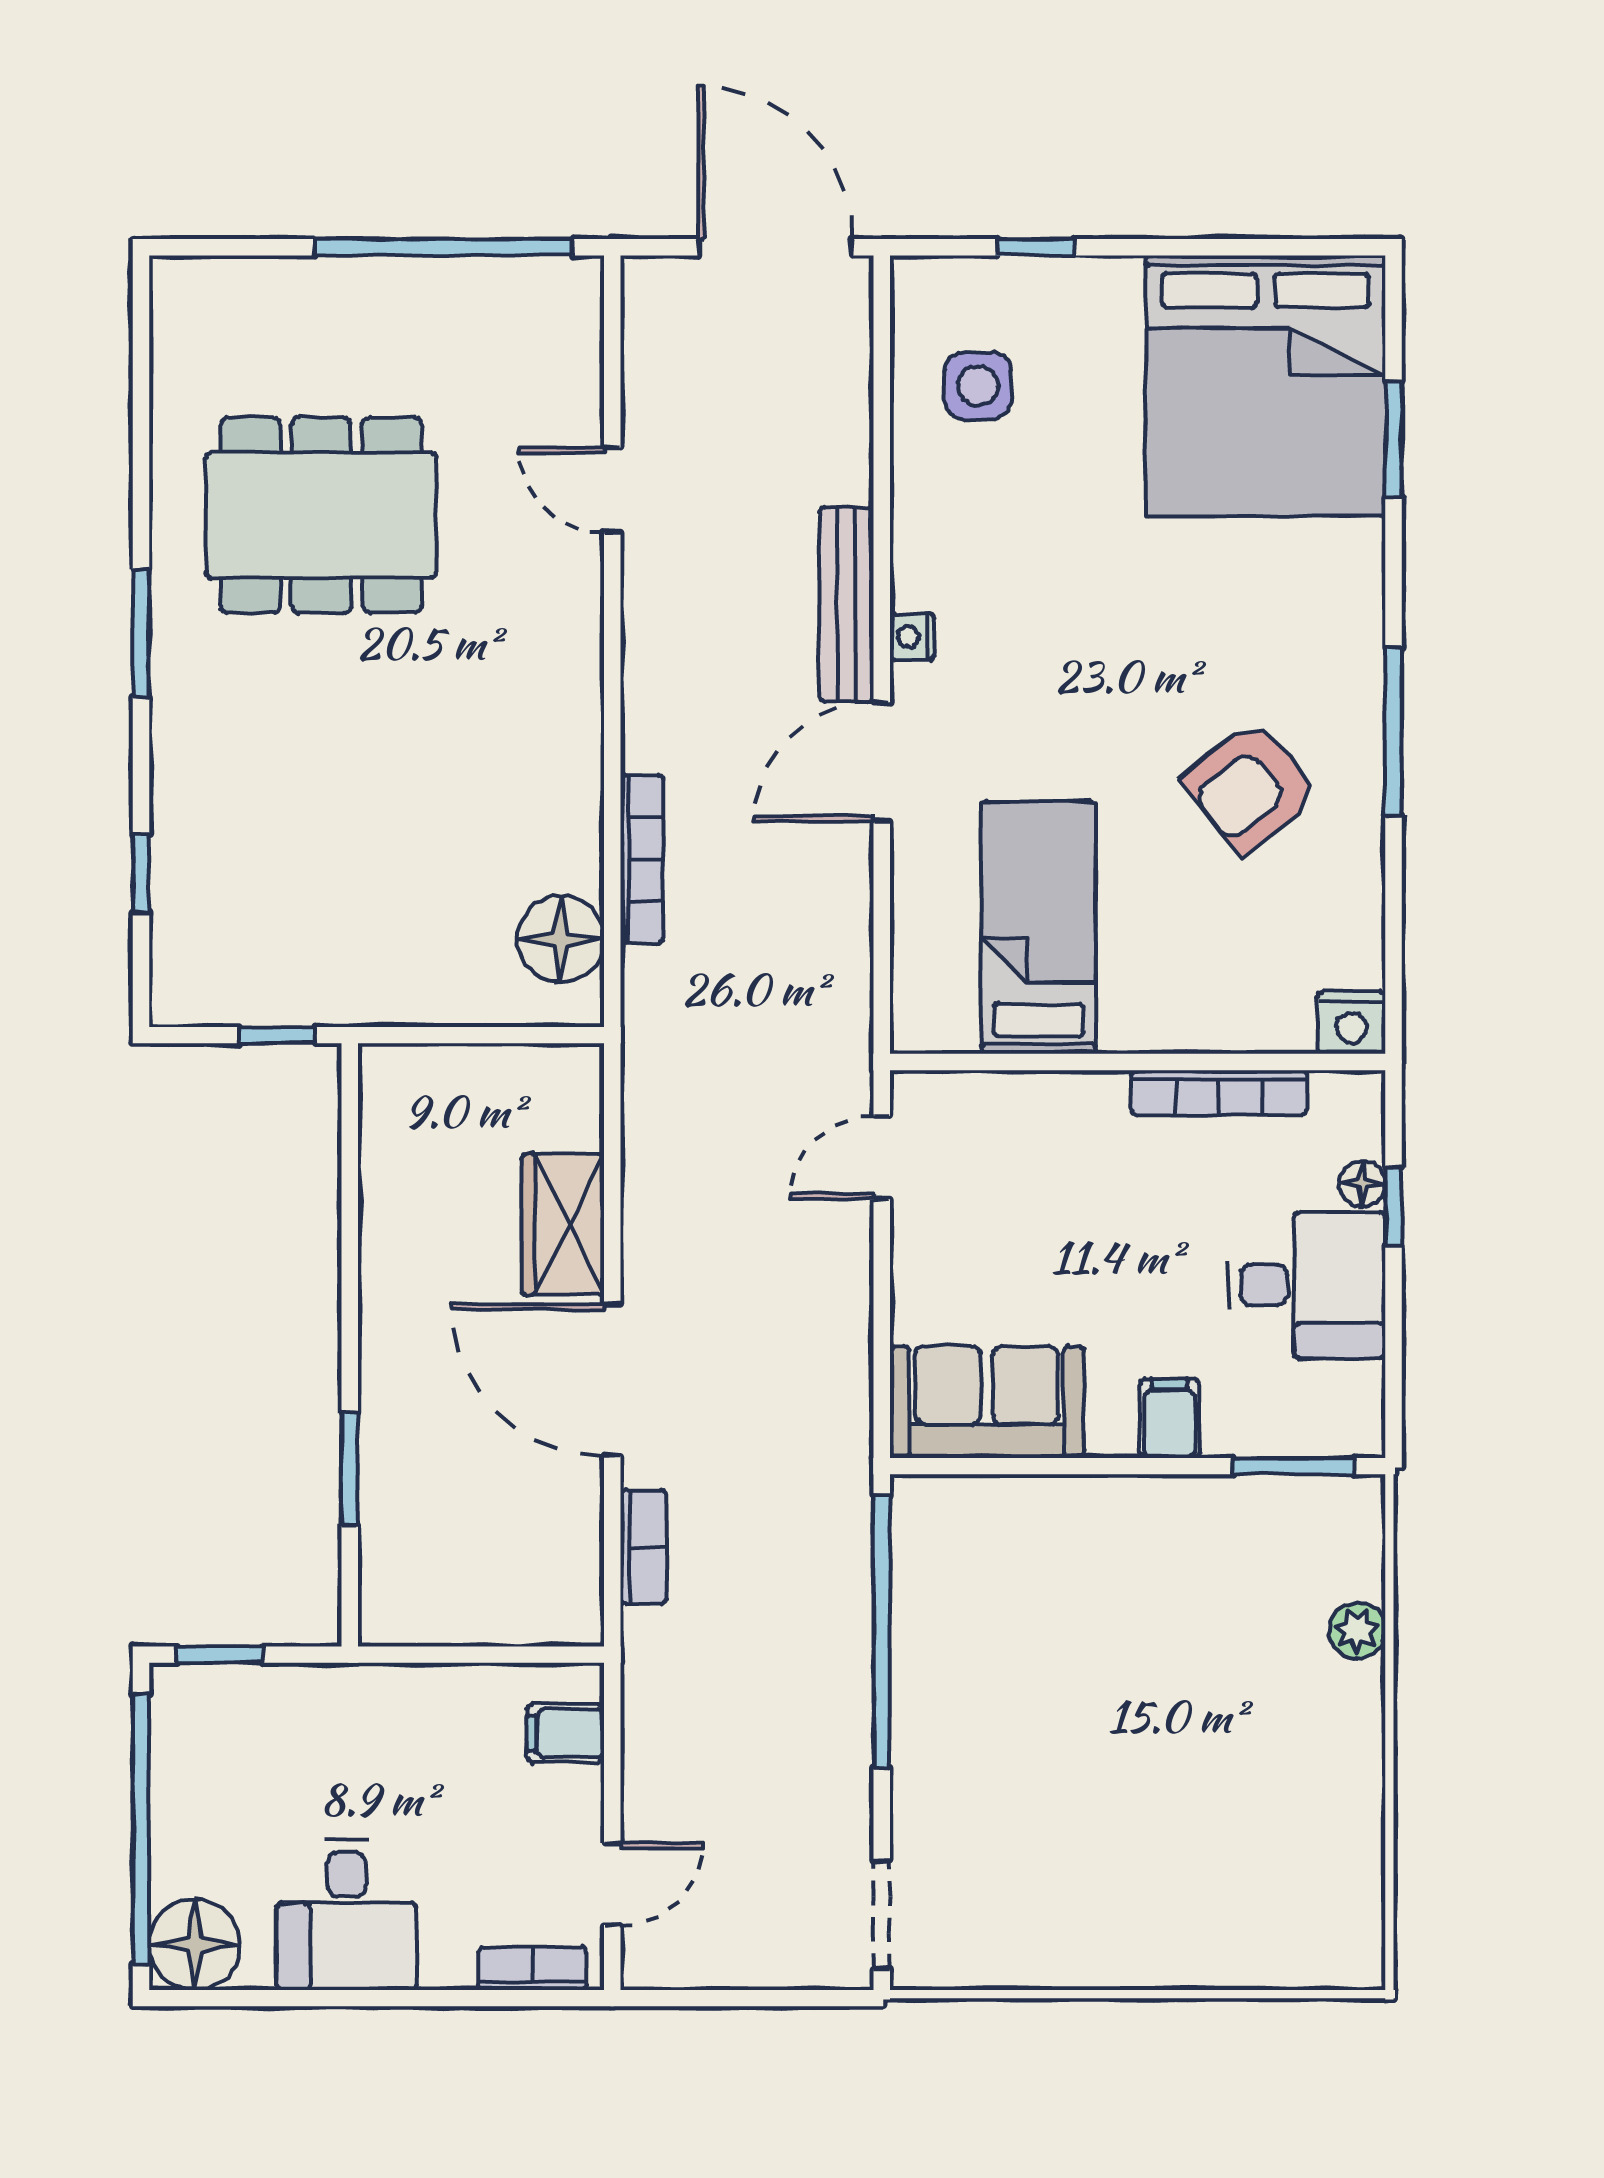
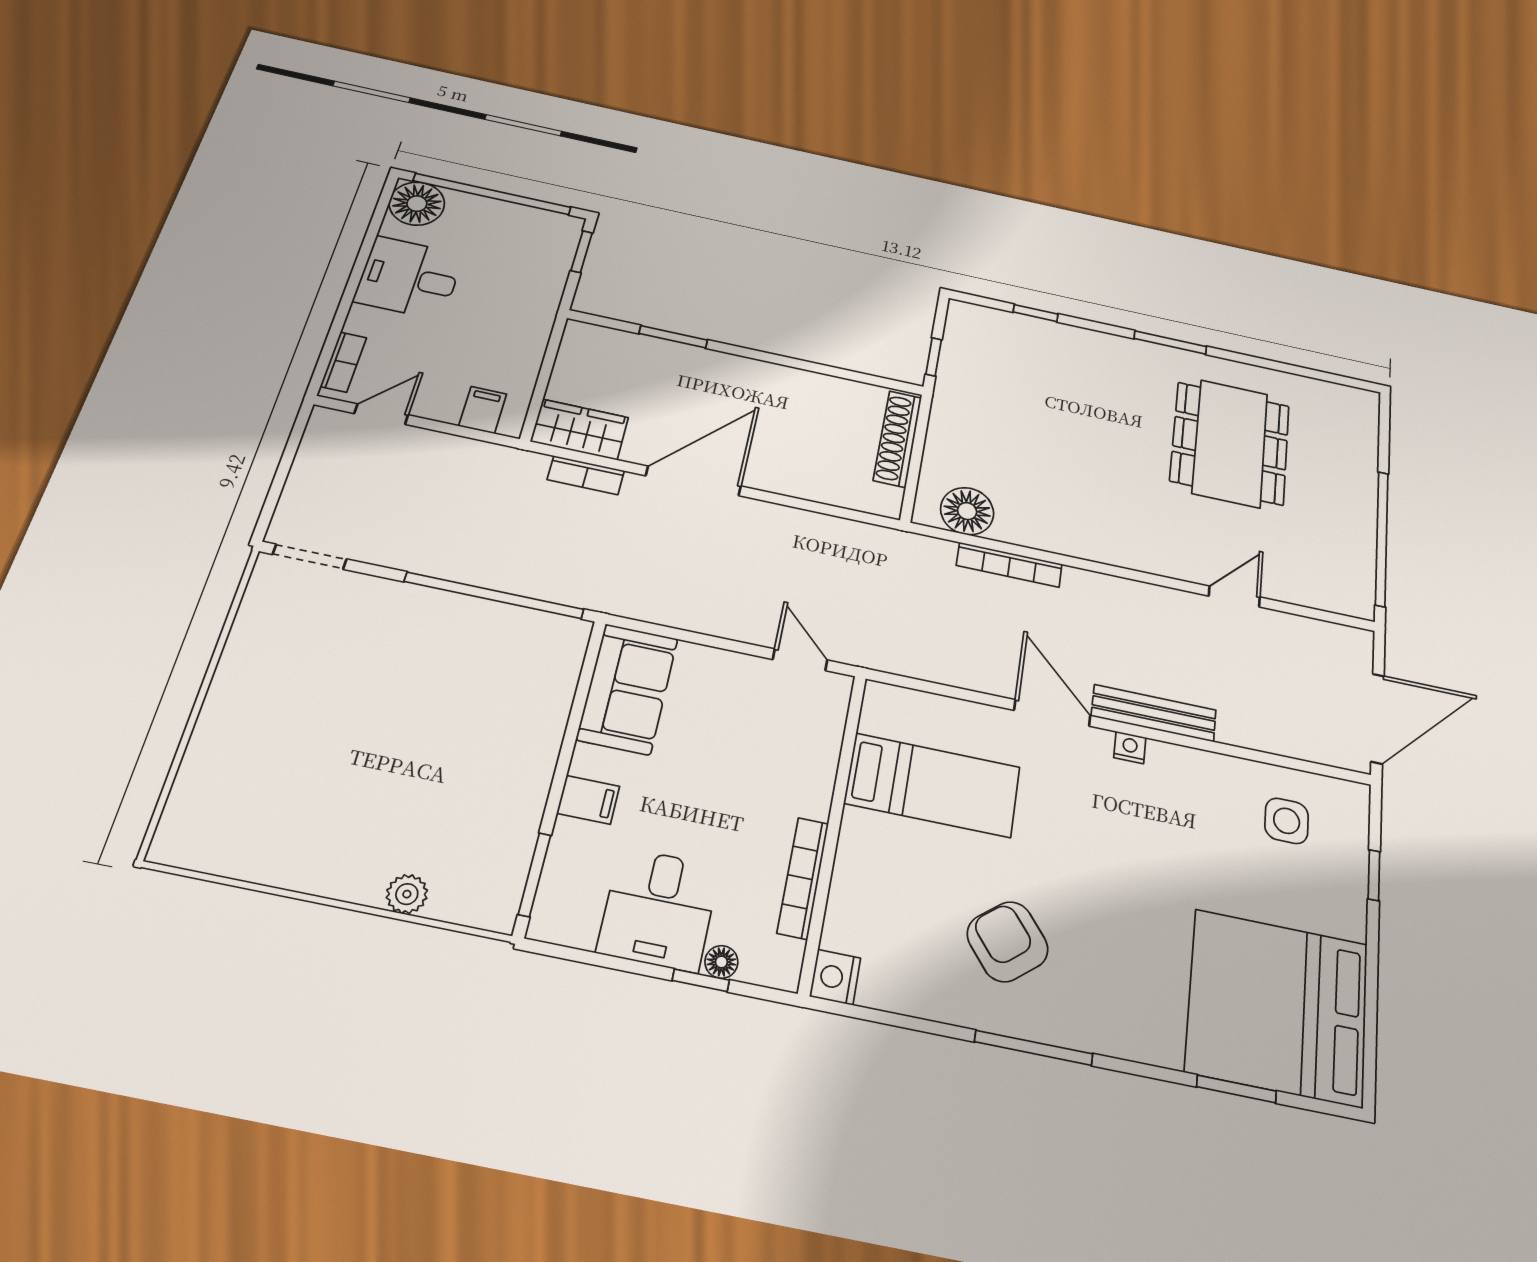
shoe rack: (453, 1071) -> (898, 439), added
wardrobe: (563, 1224) -> (580, 429), moved
door: (612, 1884) -> (381, 414), swing flipped

